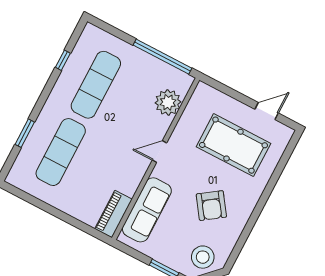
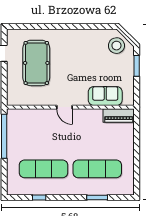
plant: (168, 102) -> (31, 118), removed
armchair: (211, 206) -> (81, 57), removed
sofa: (147, 210) -> (105, 96), width x0.73

